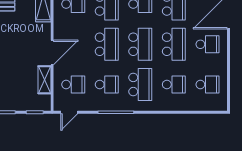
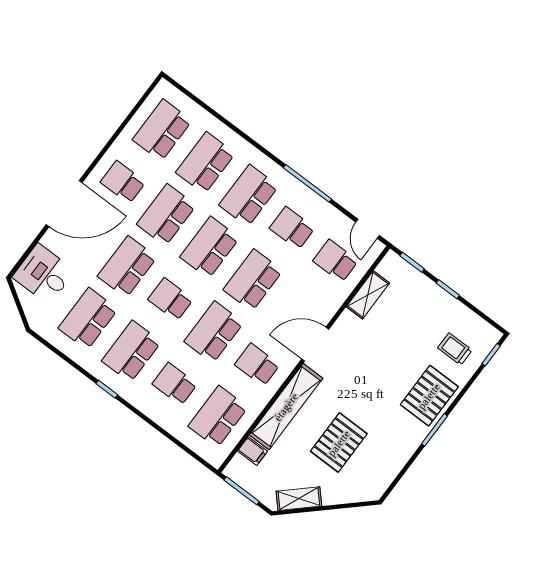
door: (52, 53) -> (315, 344), moved
school desk: (174, 85) -> (205, 163), width x1.85
school desk: (207, 85) -> (162, 130), width x1.85
door: (69, 112) -> (368, 229), swing flipped

